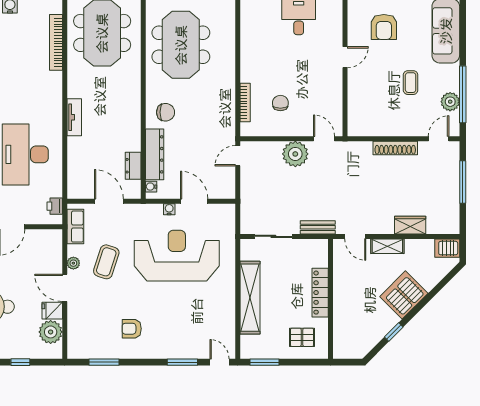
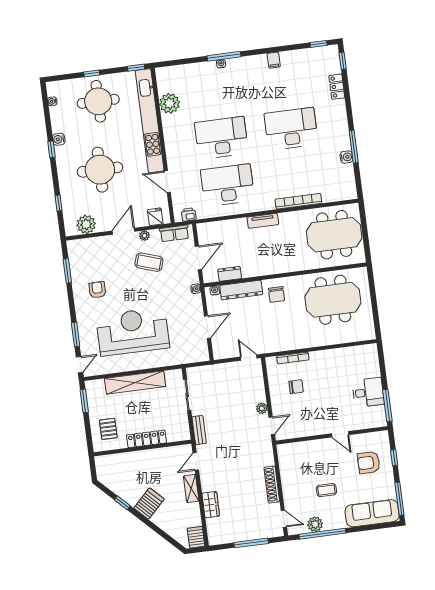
bookcase: (56, 42) -> (298, 201), moved
plant: (295, 154) -> (262, 408), width x0.53, depth x0.53
water cooler: (169, 209) -> (196, 289), moved
reception desk: (177, 256) -> (133, 332), moved, turned -90
server rack: (404, 295) -> (149, 504), width x0.62
fridge: (52, 311) -> (155, 217), moved

